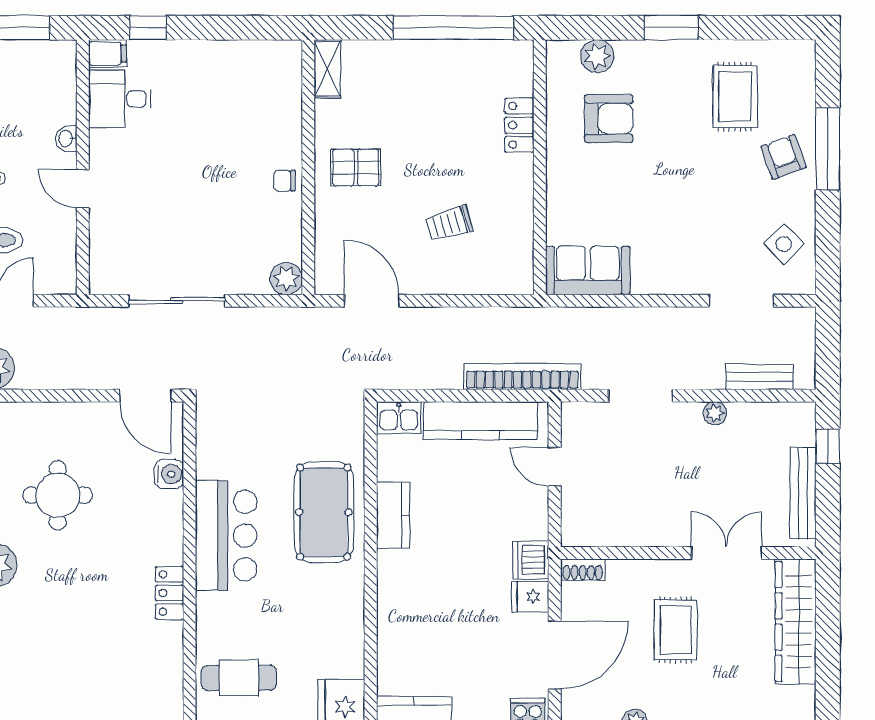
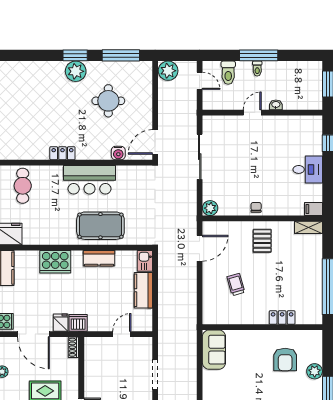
filing cabinet: (107, 54) -> (313, 209), moved, turned 90
plant: (597, 56) -> (315, 371), moved
desk: (120, 99) -> (308, 169), moved, turned 90
bookcase: (522, 376) -> (164, 319), removed
kitchen counter: (480, 421) -> (143, 290), width x0.67
cooker: (401, 608) -> (55, 262), added

